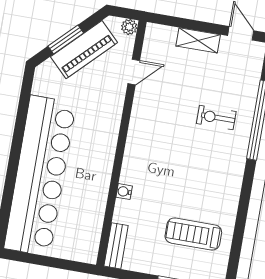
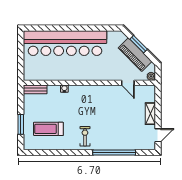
exercise bike: (216, 117) -> (85, 136), moved
treadmill: (193, 234) -> (48, 129), turned -90

